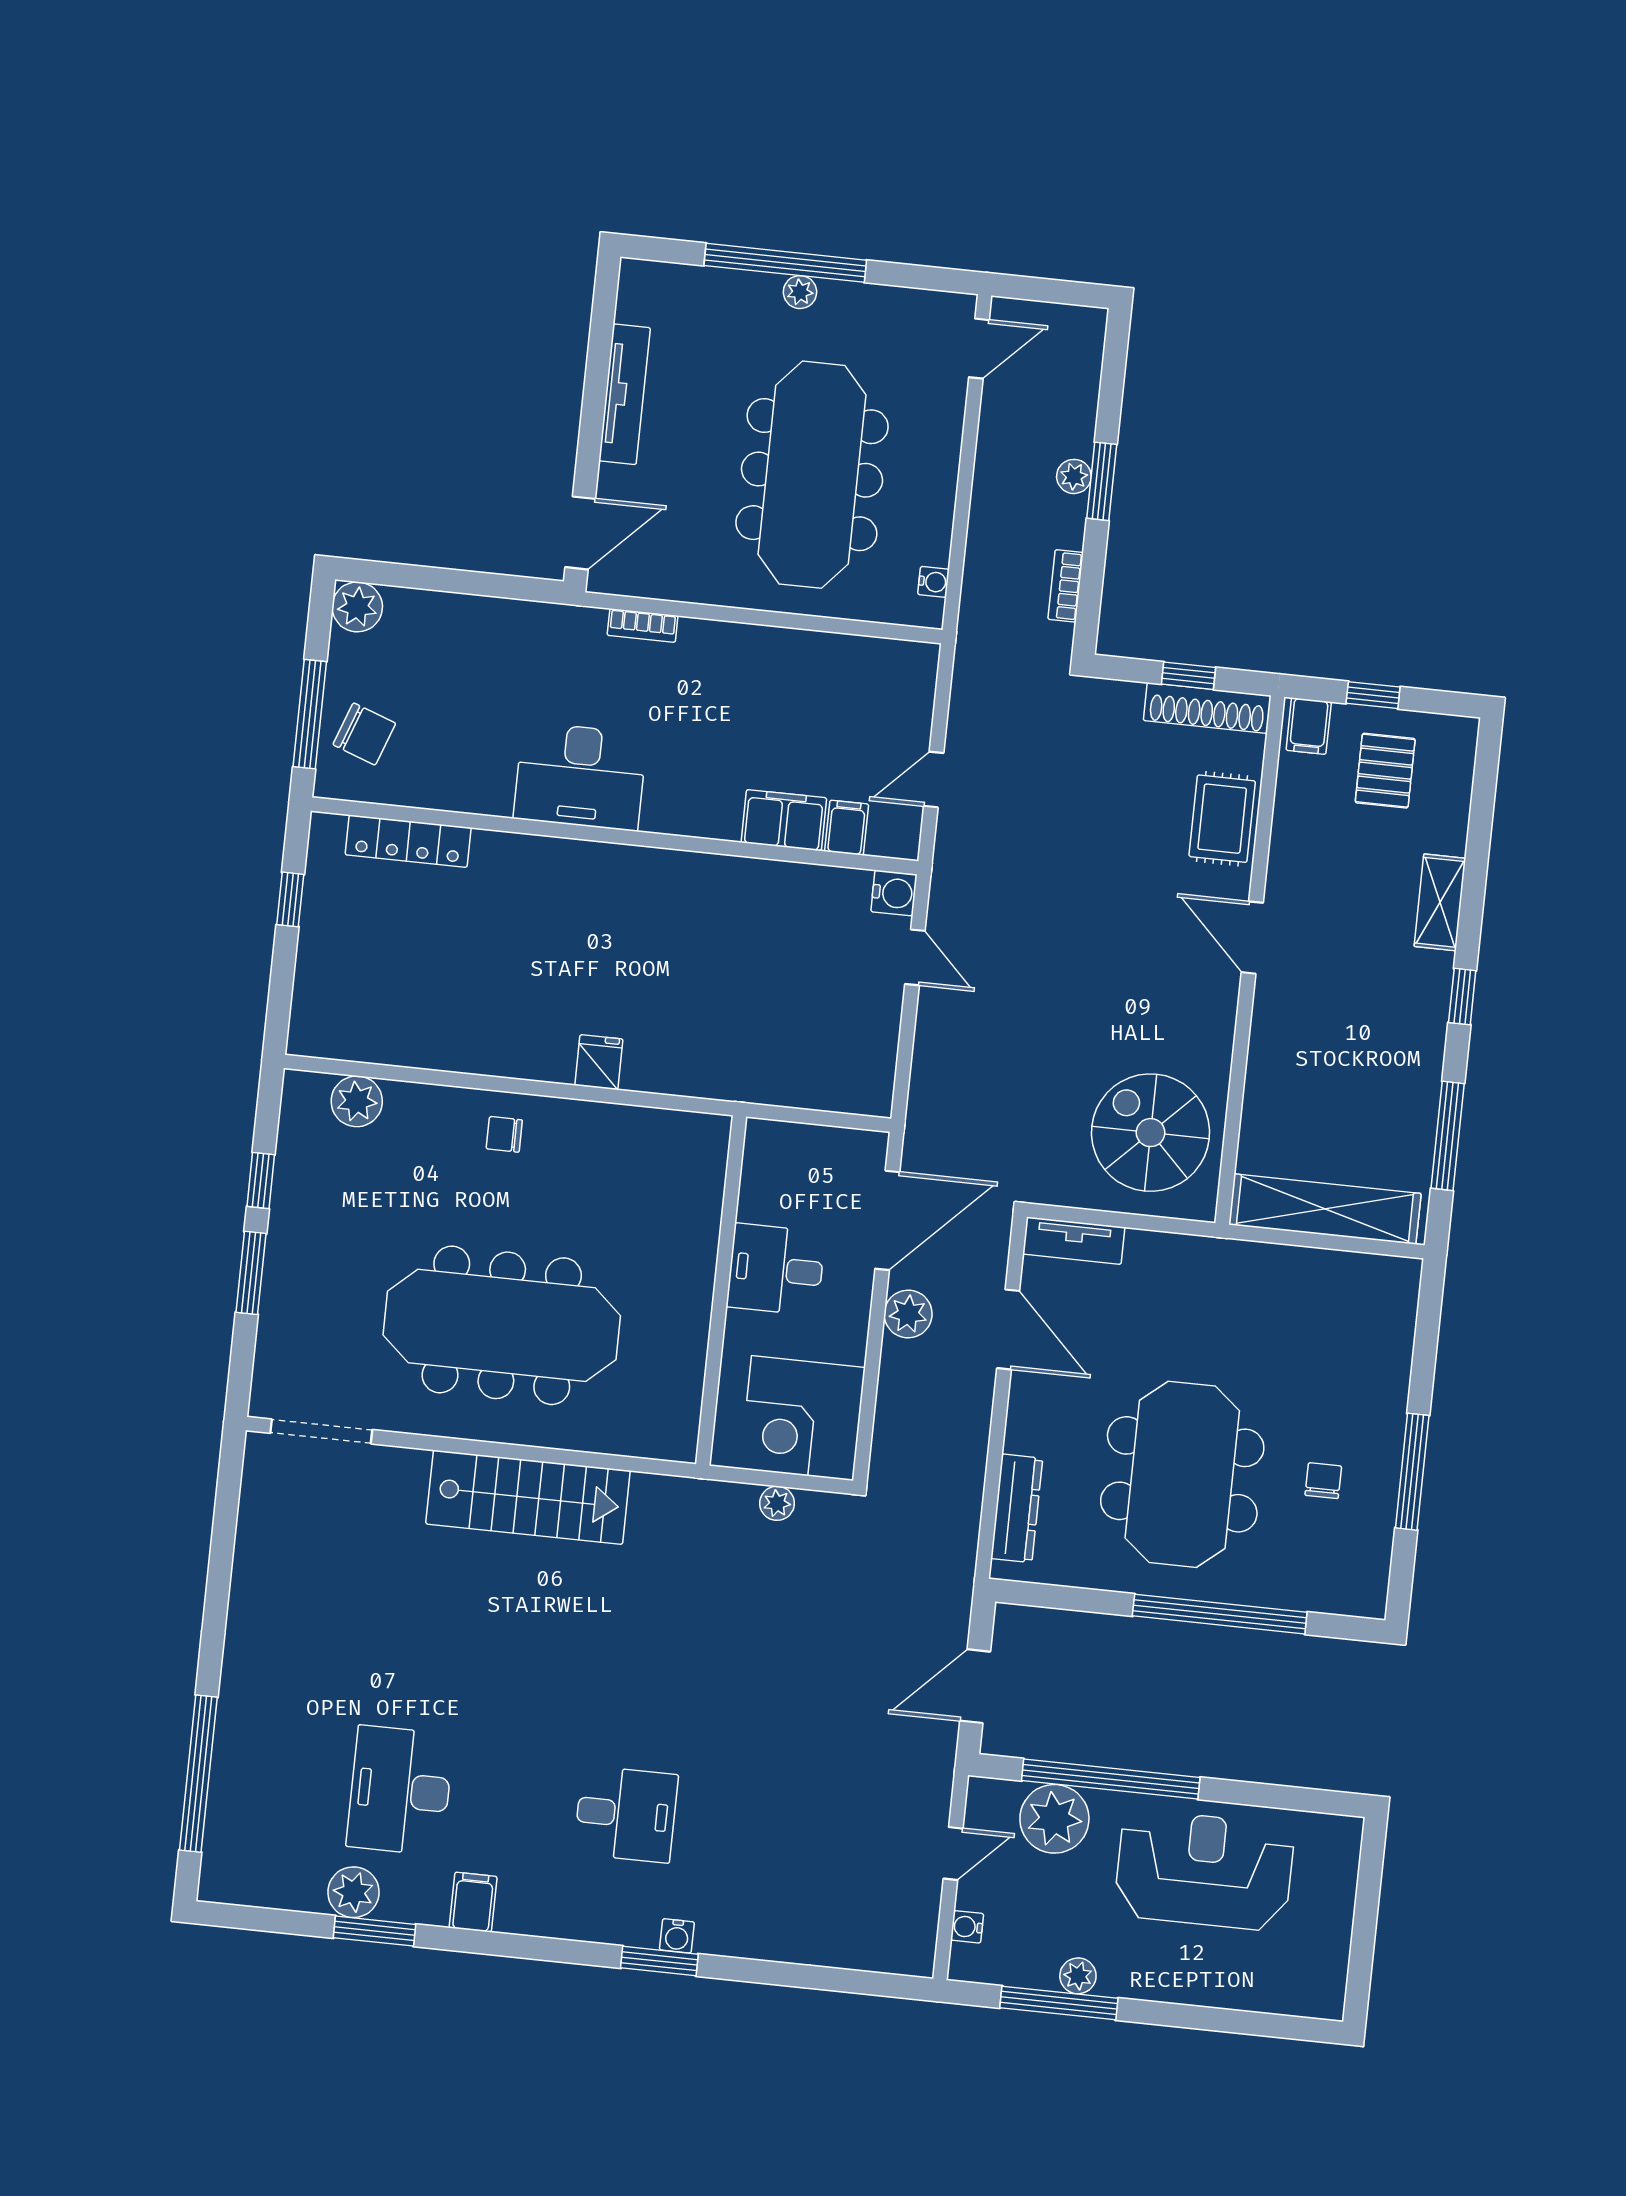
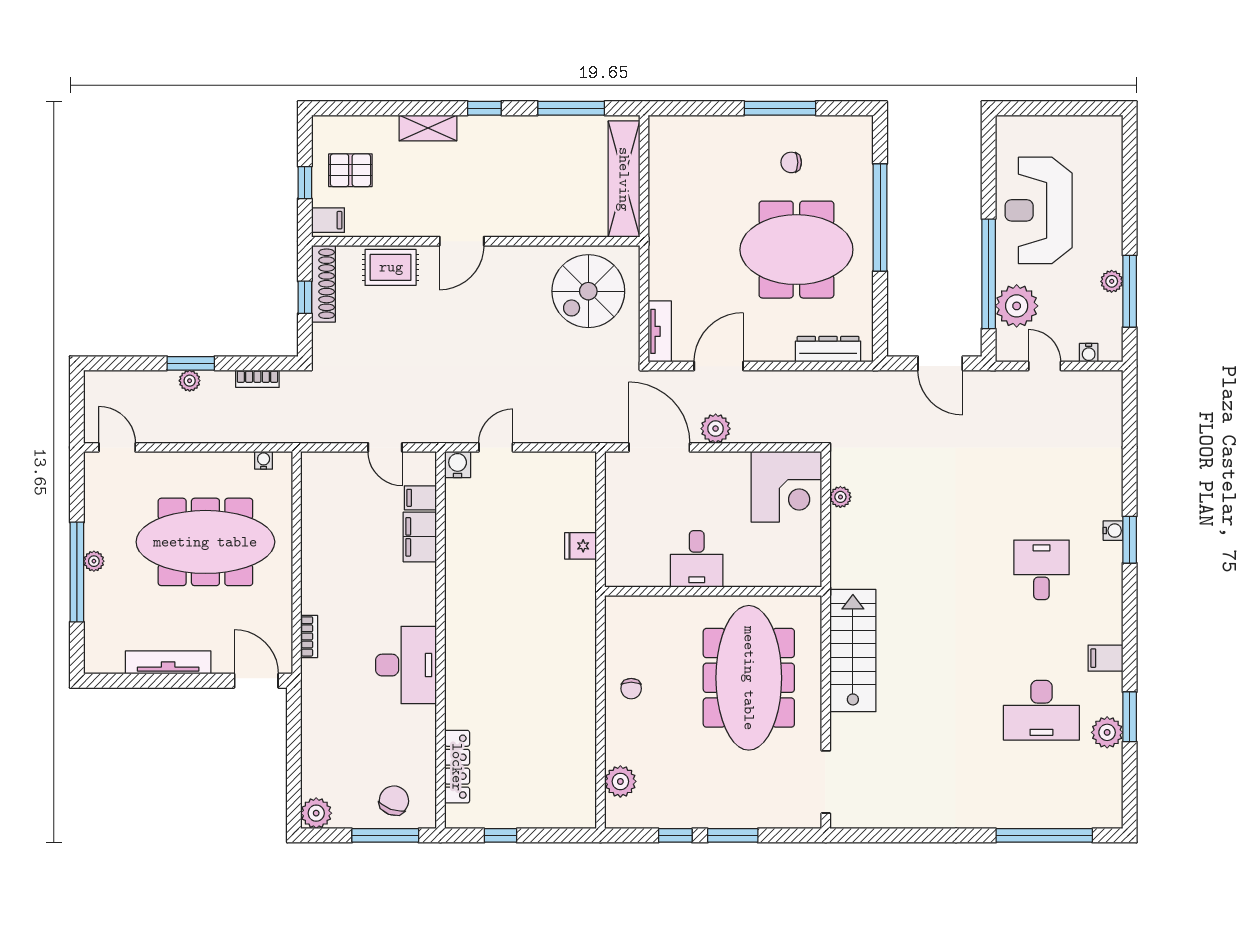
fridge: (599, 1062) -> (581, 546), moved
desk: (776, 1269) -> (697, 559), moved
wall: (721, 1290) -> (713, 591), moved

